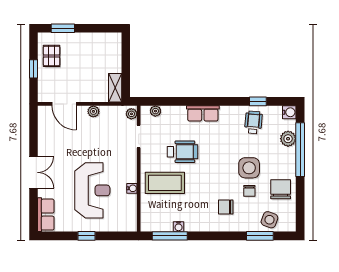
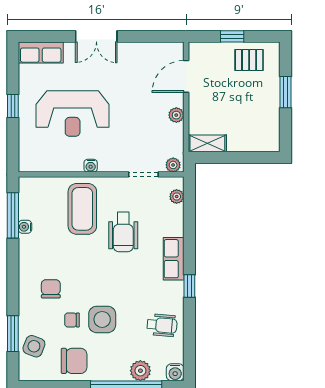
window: (63, 28) -> (285, 92), moved
window: (258, 101) -> (189, 286), moved
water cooler: (132, 188) -> (91, 166), moved

